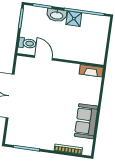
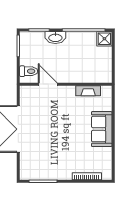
shower: (74, 19) -> (104, 39), moved
fireplace: (91, 71) -> (88, 91), moved
sofa: (86, 121) -> (102, 129), moved

